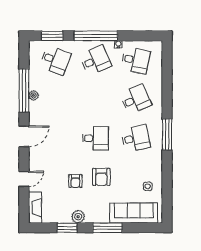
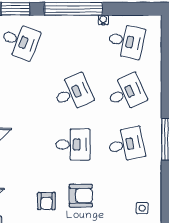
desk: (95, 60) -> (73, 93), moved
armchair: (101, 177) -> (81, 196), turned -90

